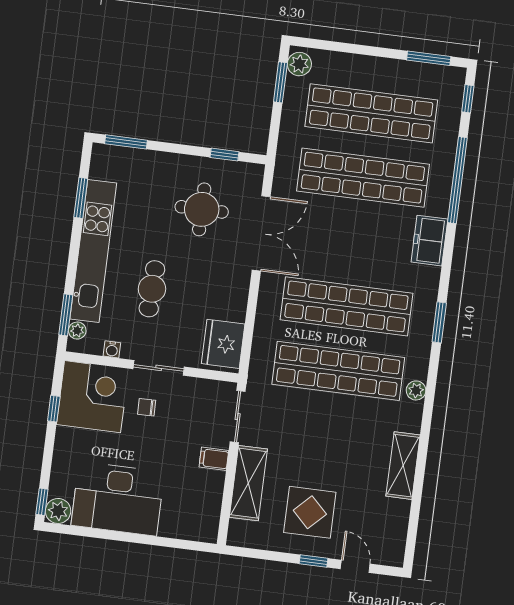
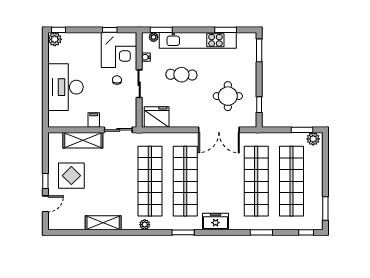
window: (457, 180) -> (261, 232), width x0.47
freezer: (429, 241) -> (216, 221), moved
desk: (118, 499) -> (65, 87), moved

